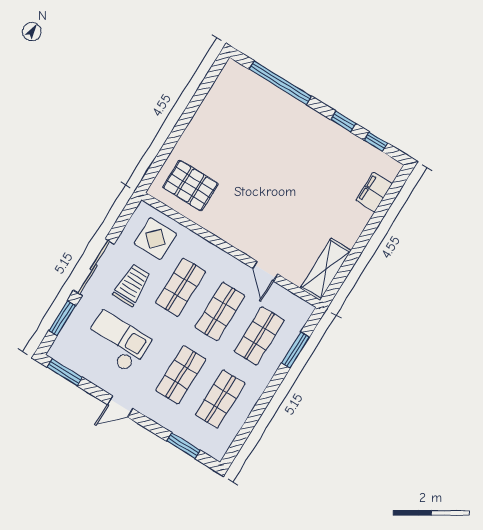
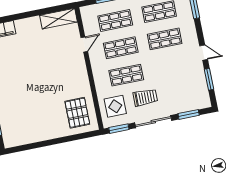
window: (124, 218) -> (119, 129), added
trolley: (132, 285) -> (145, 97), turned 180
checkout: (117, 342) -> (176, 81), removed
window: (65, 372) -> (209, 79), moved

